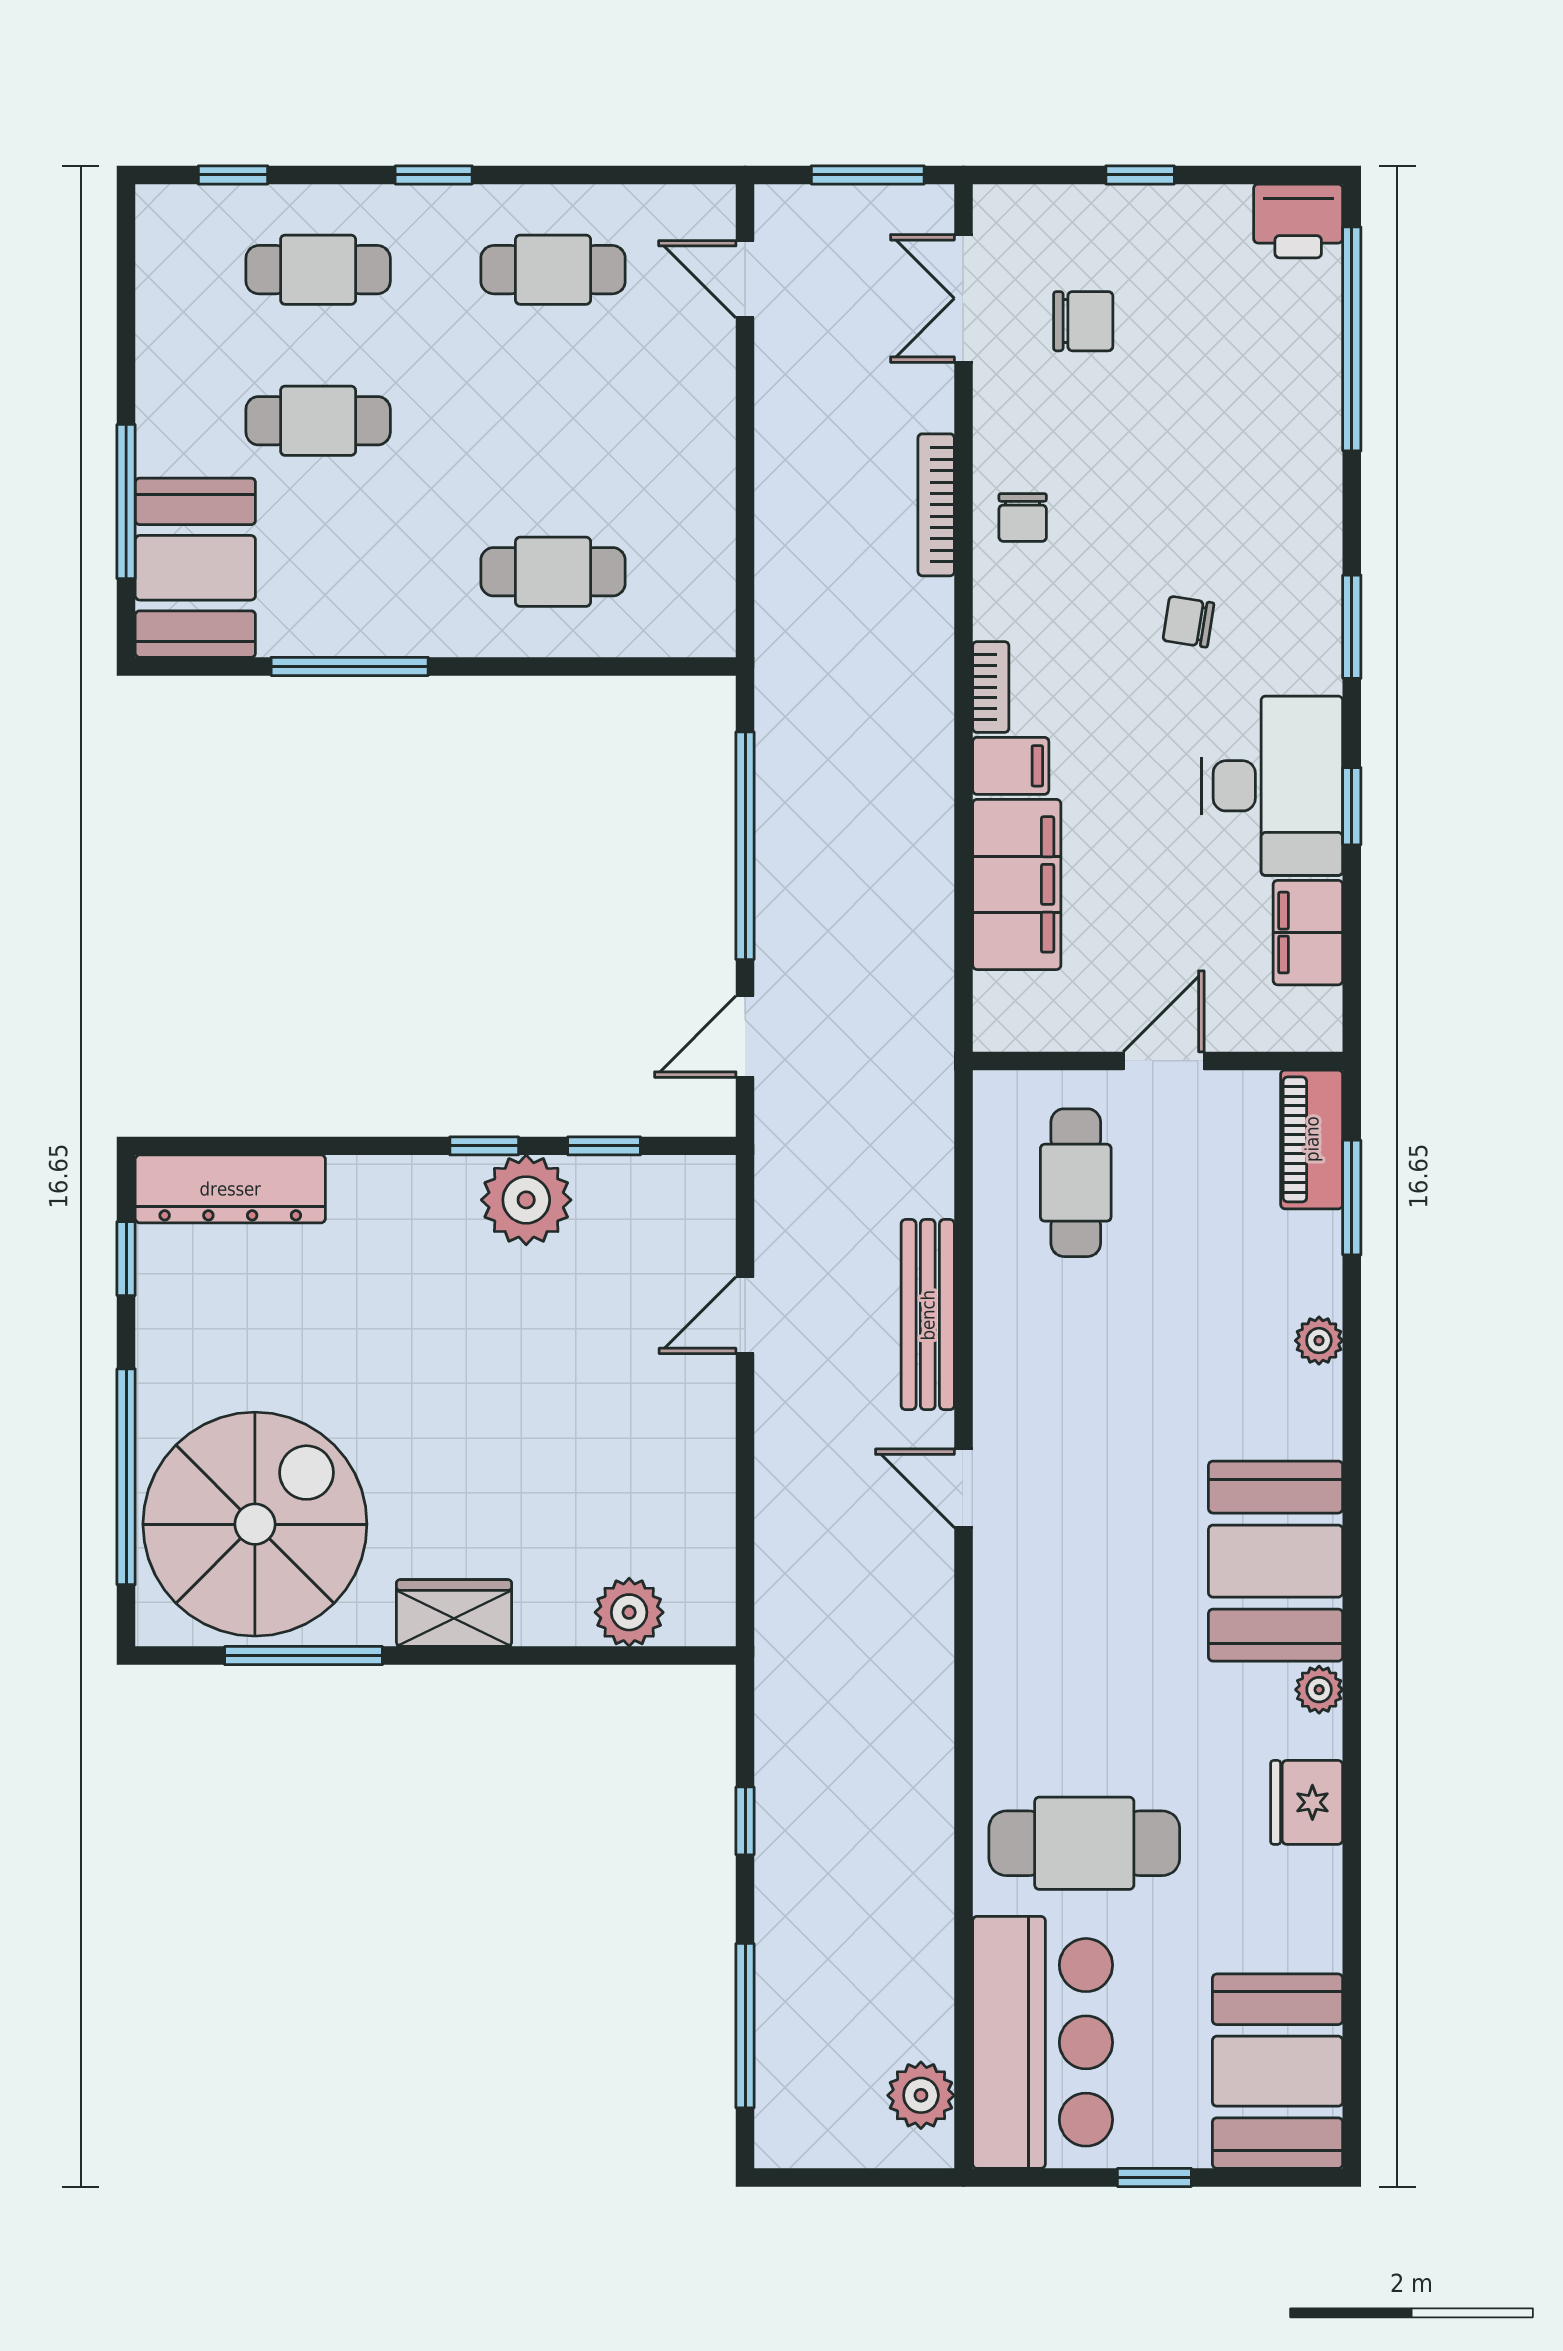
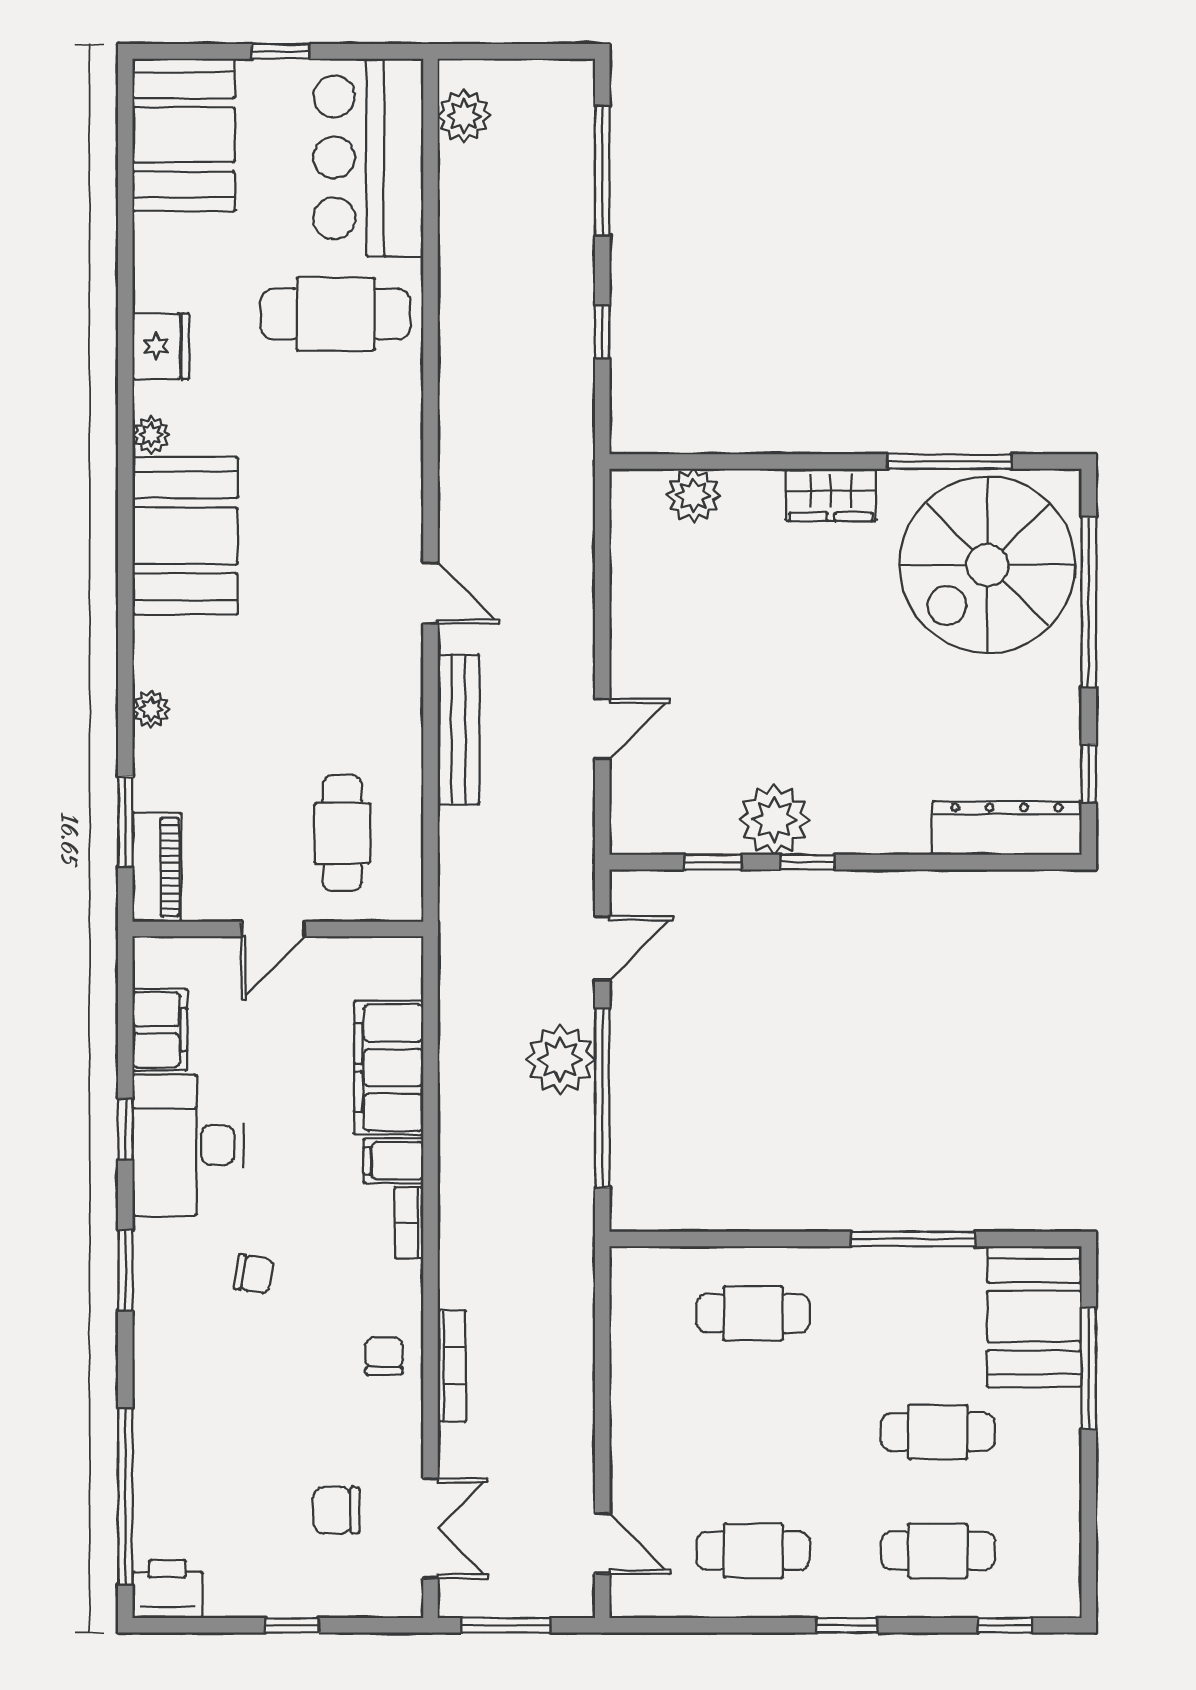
plant: (798, 895) -> (560, 1060), added

